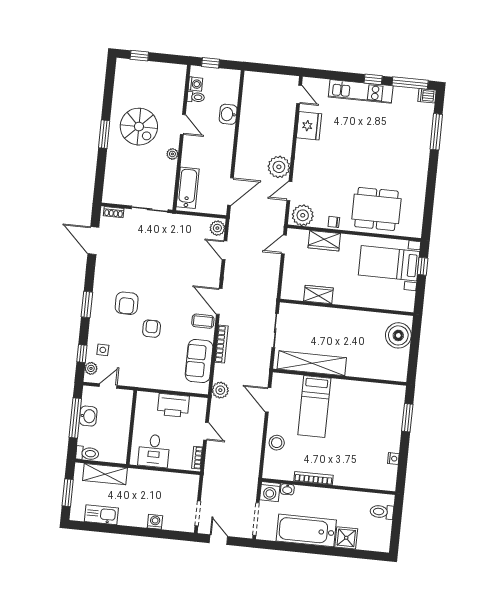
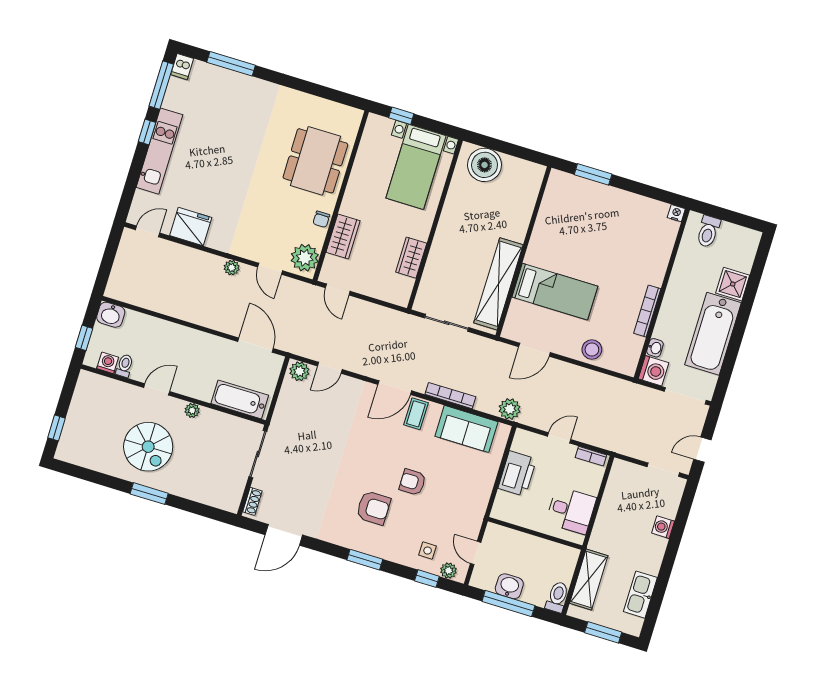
washbasin: (228, 114) -> (111, 315), moved
spiral stairs: (139, 127) -> (148, 447), turned 90
plant: (279, 167) -> (232, 268), width x0.53, depth x0.53
bed with nightstands: (389, 263) -> (416, 167), moved
nightstand: (393, 459) -> (676, 213), moved

